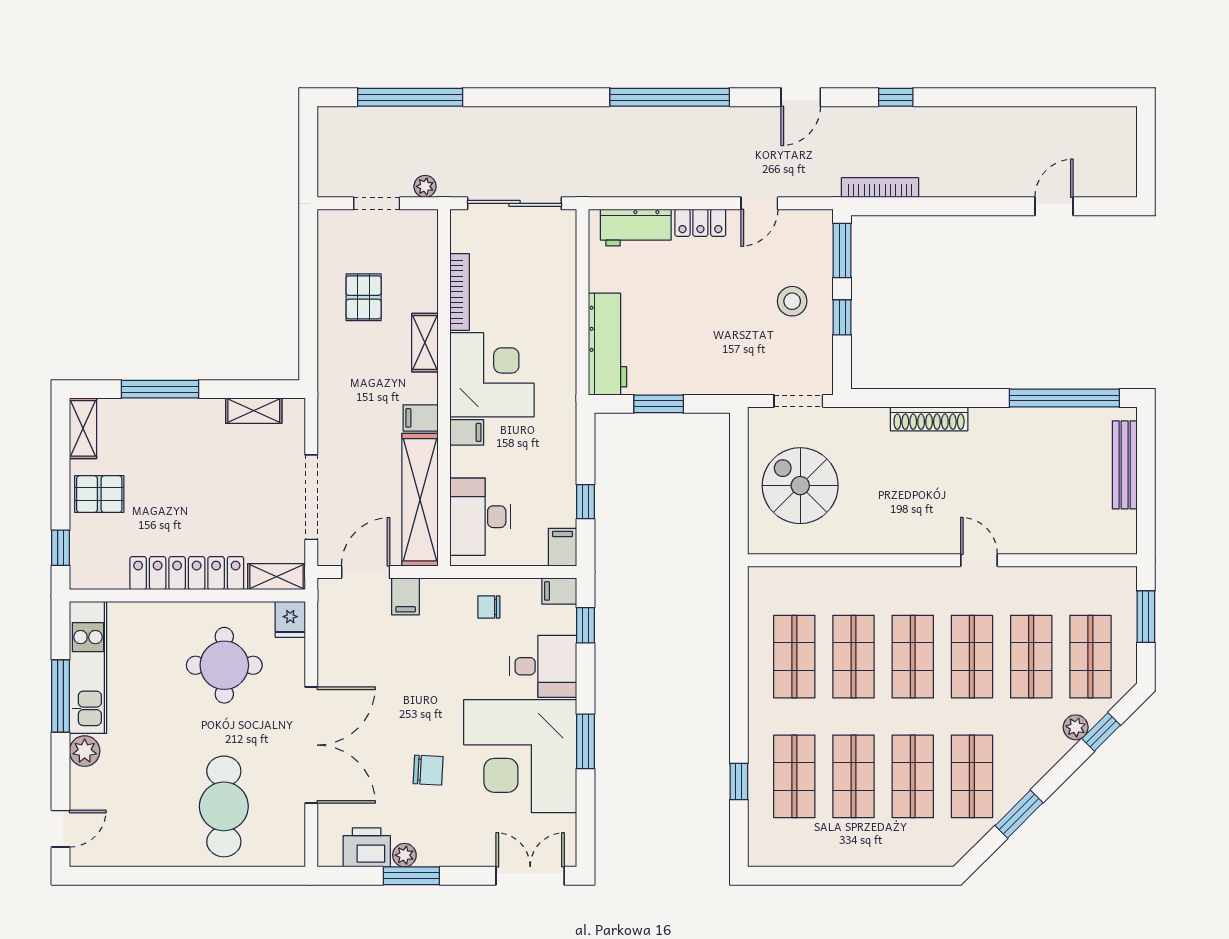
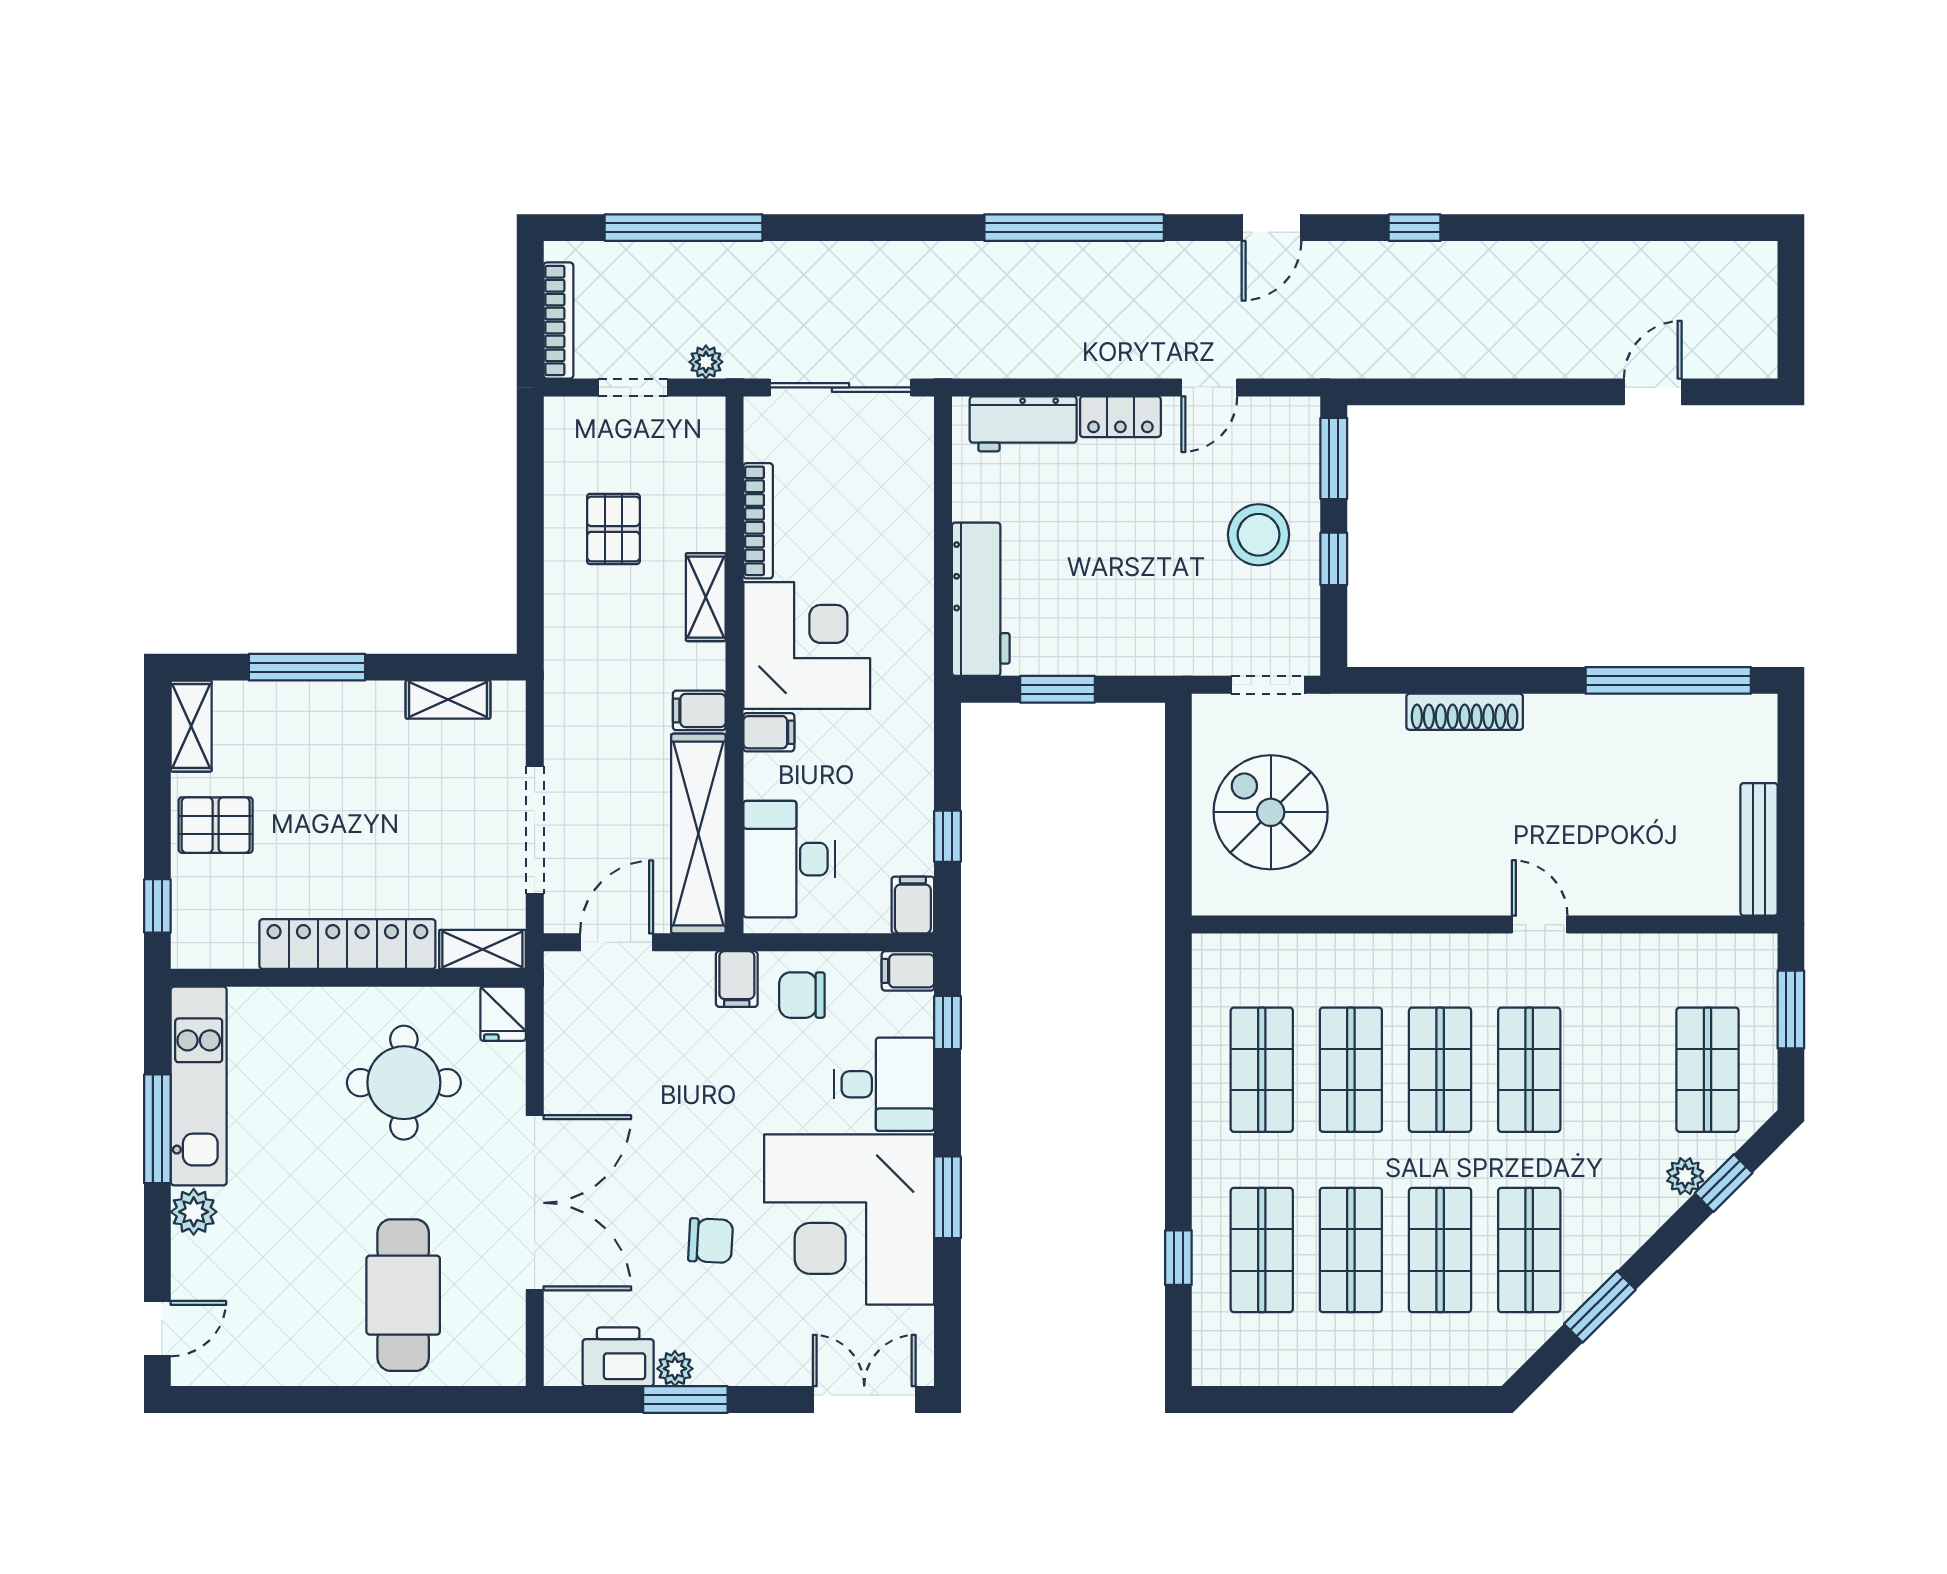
bookcase: (880, 188) -> (558, 321), moved, turned 90
stool: (792, 301) -> (1259, 535), width x1.38, depth x1.38
bench: (1125, 465) -> (1759, 849), moved
filing cabinet: (406, 596) -> (737, 979), moved
chair: (489, 607) -> (802, 995), width x1.37, depth x1.37
shop shelf: (1031, 657) -> (1618, 1070), removed

